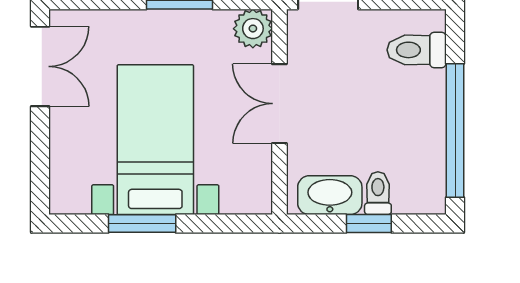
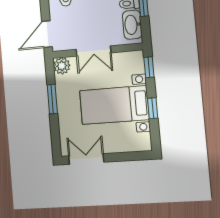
window: (142, 224) -> (153, 108), width x0.67
window: (233, 224) -> (149, 67), added

